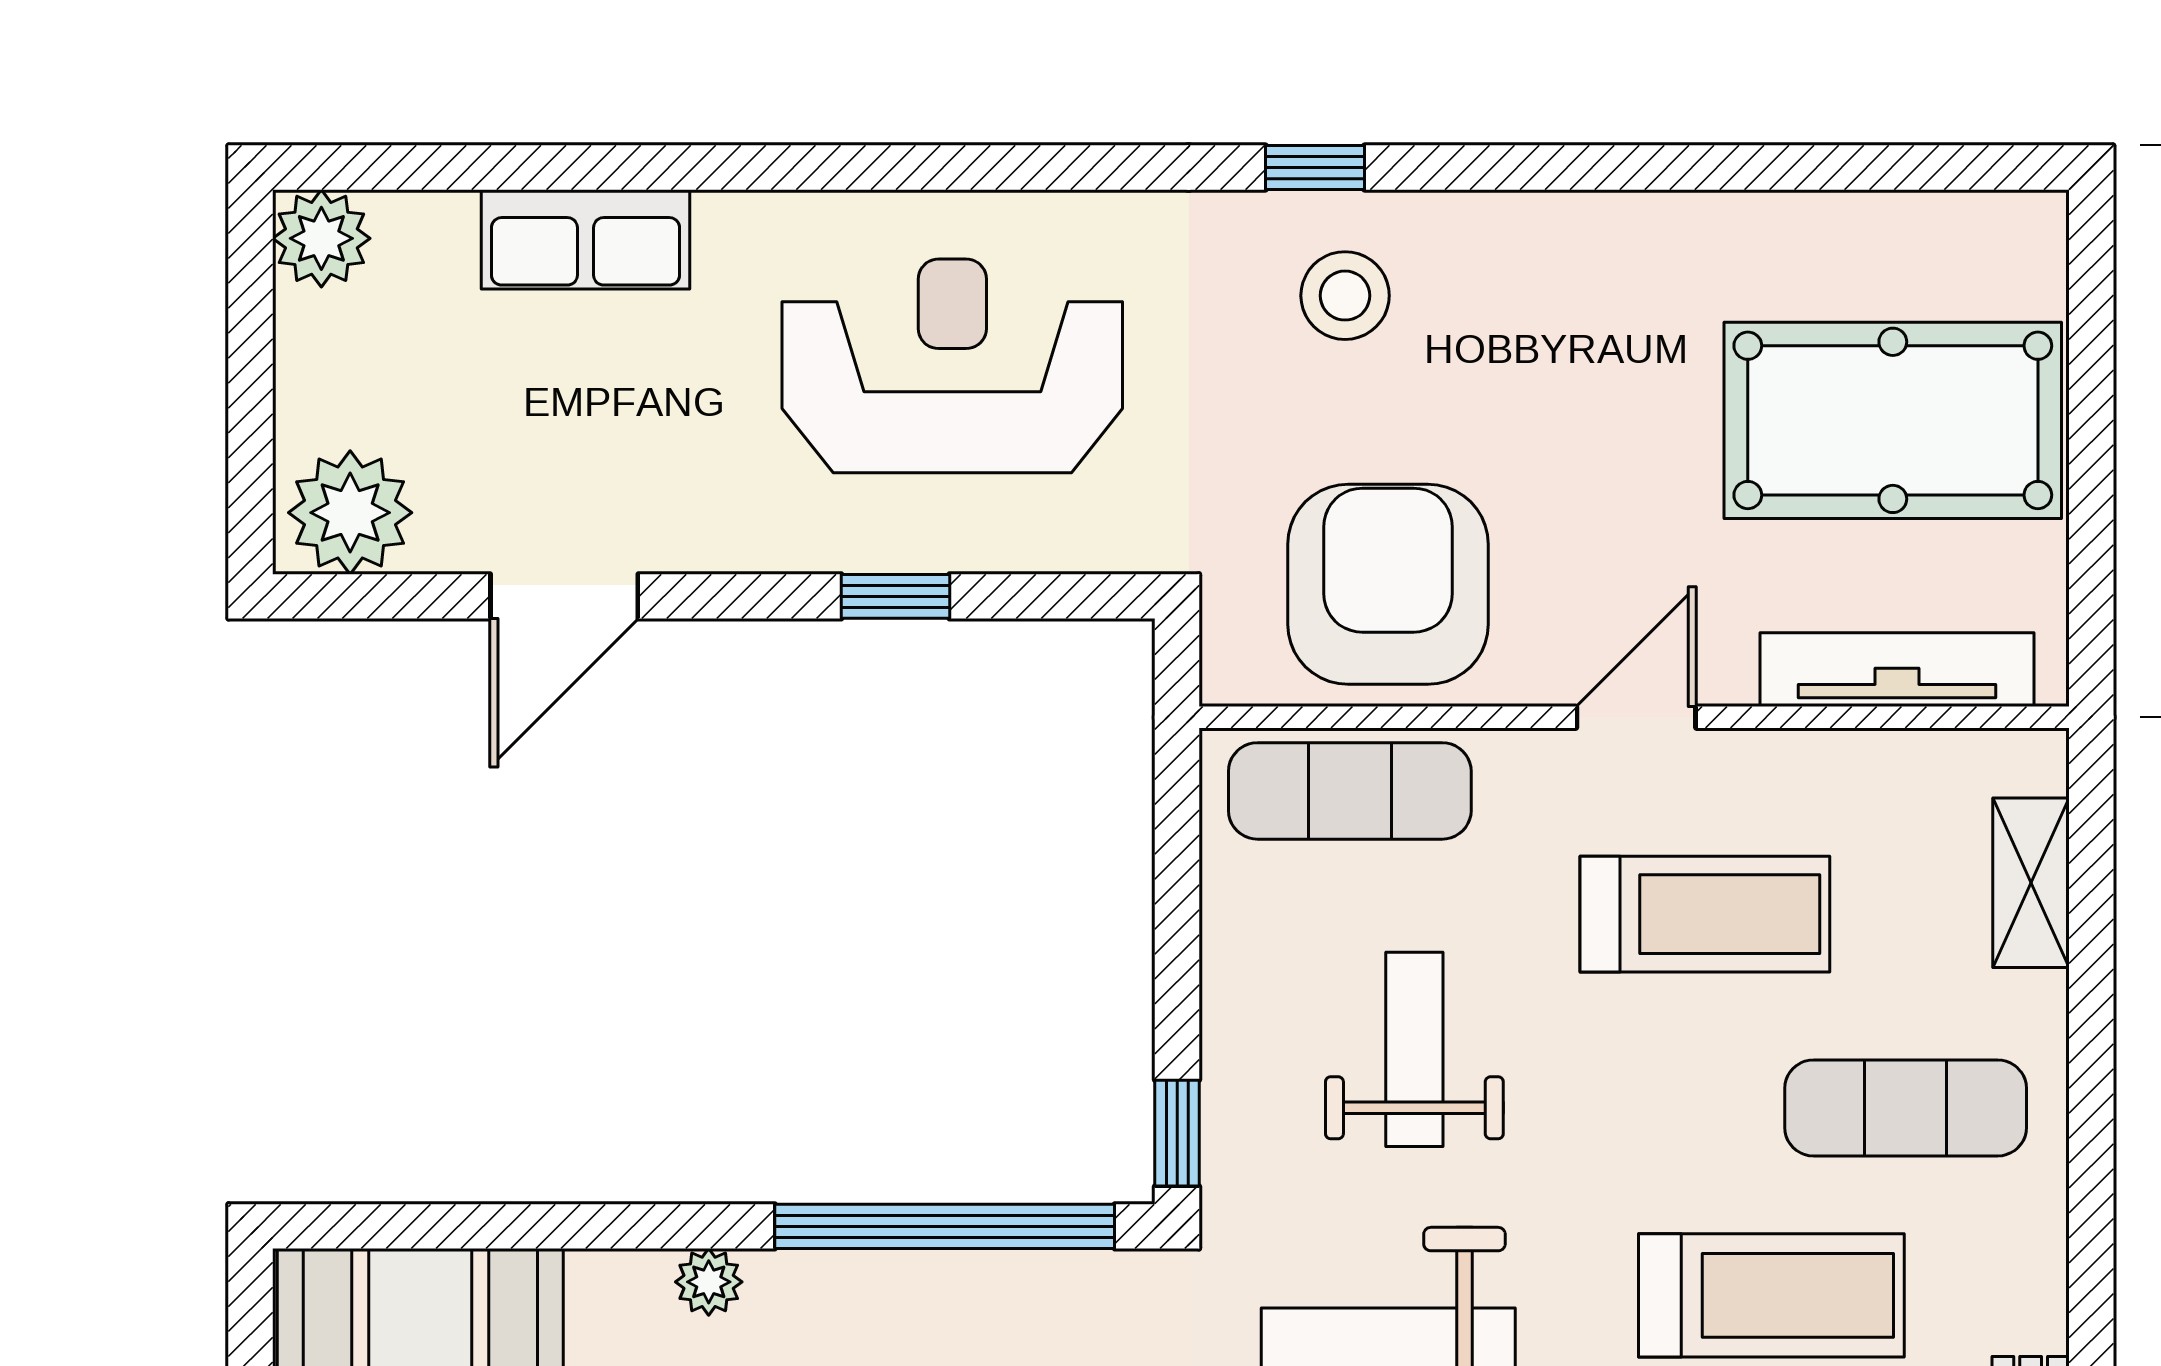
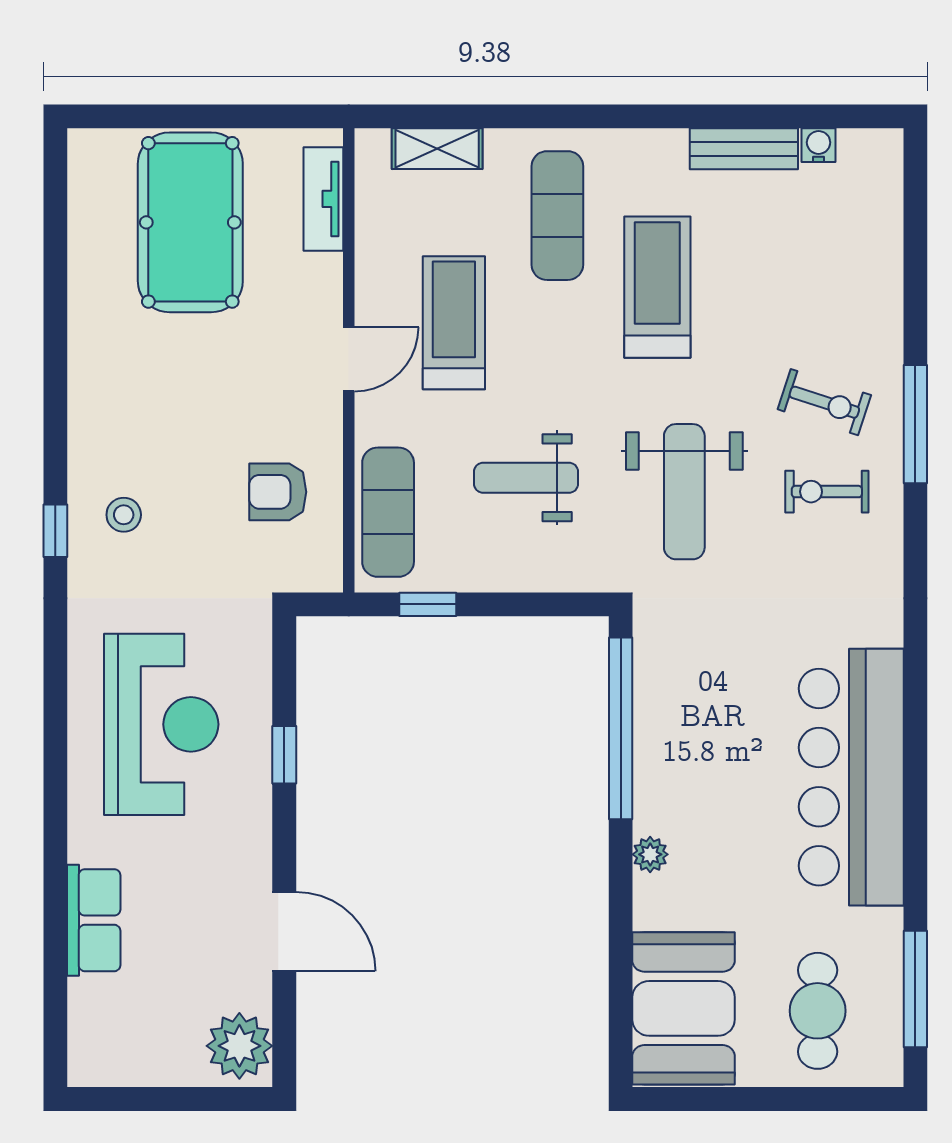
plant: (321, 238) -> (93, 1061), removed
stool: (1345, 296) -> (124, 515), width x0.73, depth x0.73
reception desk: (952, 366) -> (161, 724), turned 180
armchair: (1388, 584) -> (278, 492), width x0.53, depth x0.53
tv unit: (1897, 670) -> (323, 199), width x0.71
door: (1636, 717) -> (349, 359), swing flipped
window: (1177, 1133) -> (428, 604), moved

